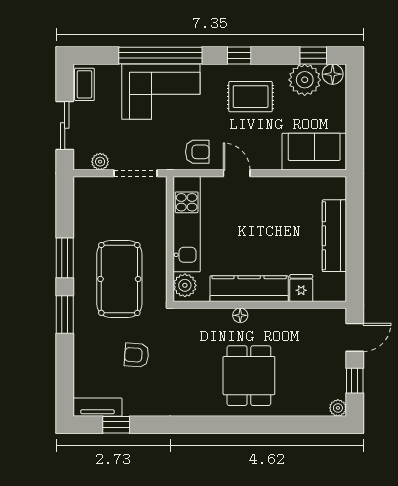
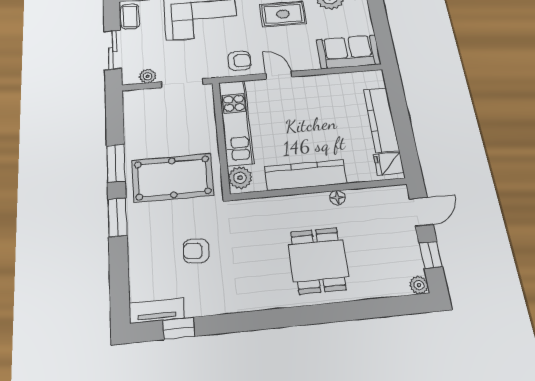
pool table: (119, 279) -> (173, 178), turned 90
fridge: (301, 288) -> (389, 164), moved, turned -90
floor lamp: (240, 315) -> (337, 198), moved

